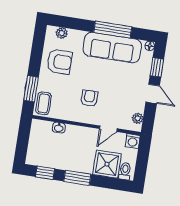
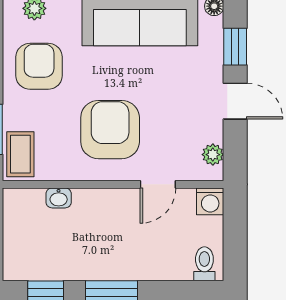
armchair: (59, 62) -> (39, 66), turned -90
armchair: (89, 98) -> (110, 130), width x1.88, depth x1.88
shower: (107, 164) -> (166, 256), removed

